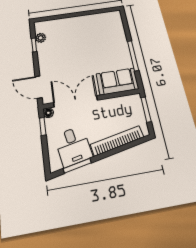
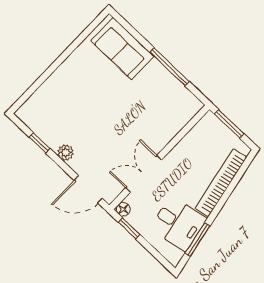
plant: (41, 38) -> (66, 153), moved
sofa: (117, 81) -> (122, 49), moved, turned -90
double door: (76, 101) -> (144, 174), width x0.73

